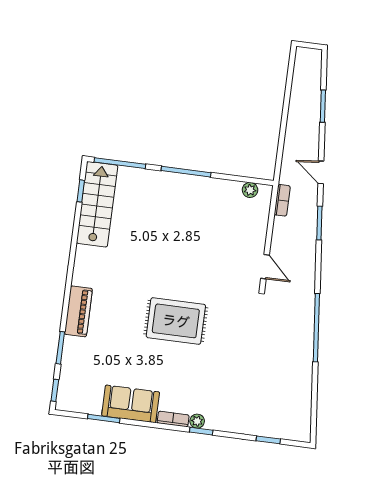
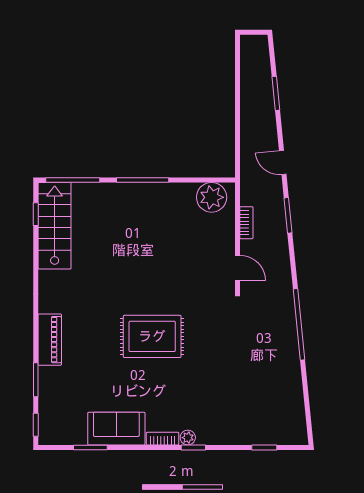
plant: (250, 190) -> (212, 197), width x1.87, depth x1.87
bookcase: (282, 200) -> (246, 223), moved

